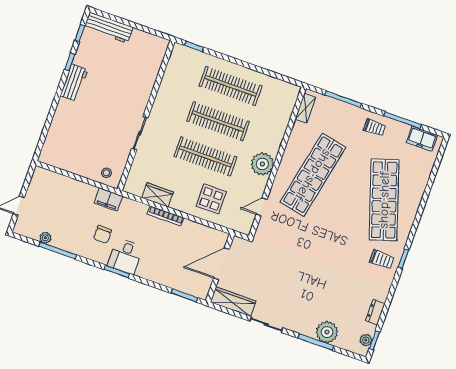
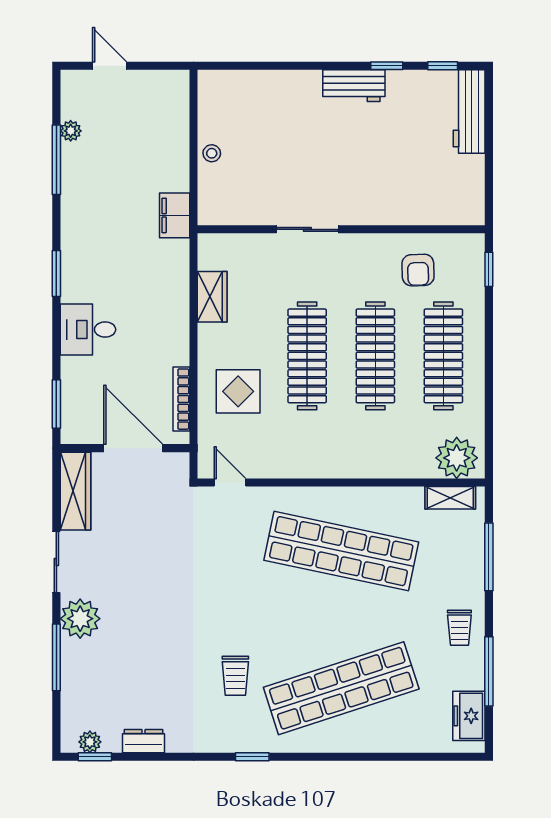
armchair: (181, 83) -> (418, 270), added
plant: (262, 164) -> (457, 458), moved
stool: (106, 173) -> (212, 153), moved
door: (262, 207) -> (230, 482), moved
bookcase: (166, 216) -> (181, 399), moved
chair: (103, 234) -> (111, 227), removed
desk: (125, 256) -> (88, 330), moved
trolley: (382, 259) -> (235, 676), moved
plant: (327, 332) -> (80, 619), moved

